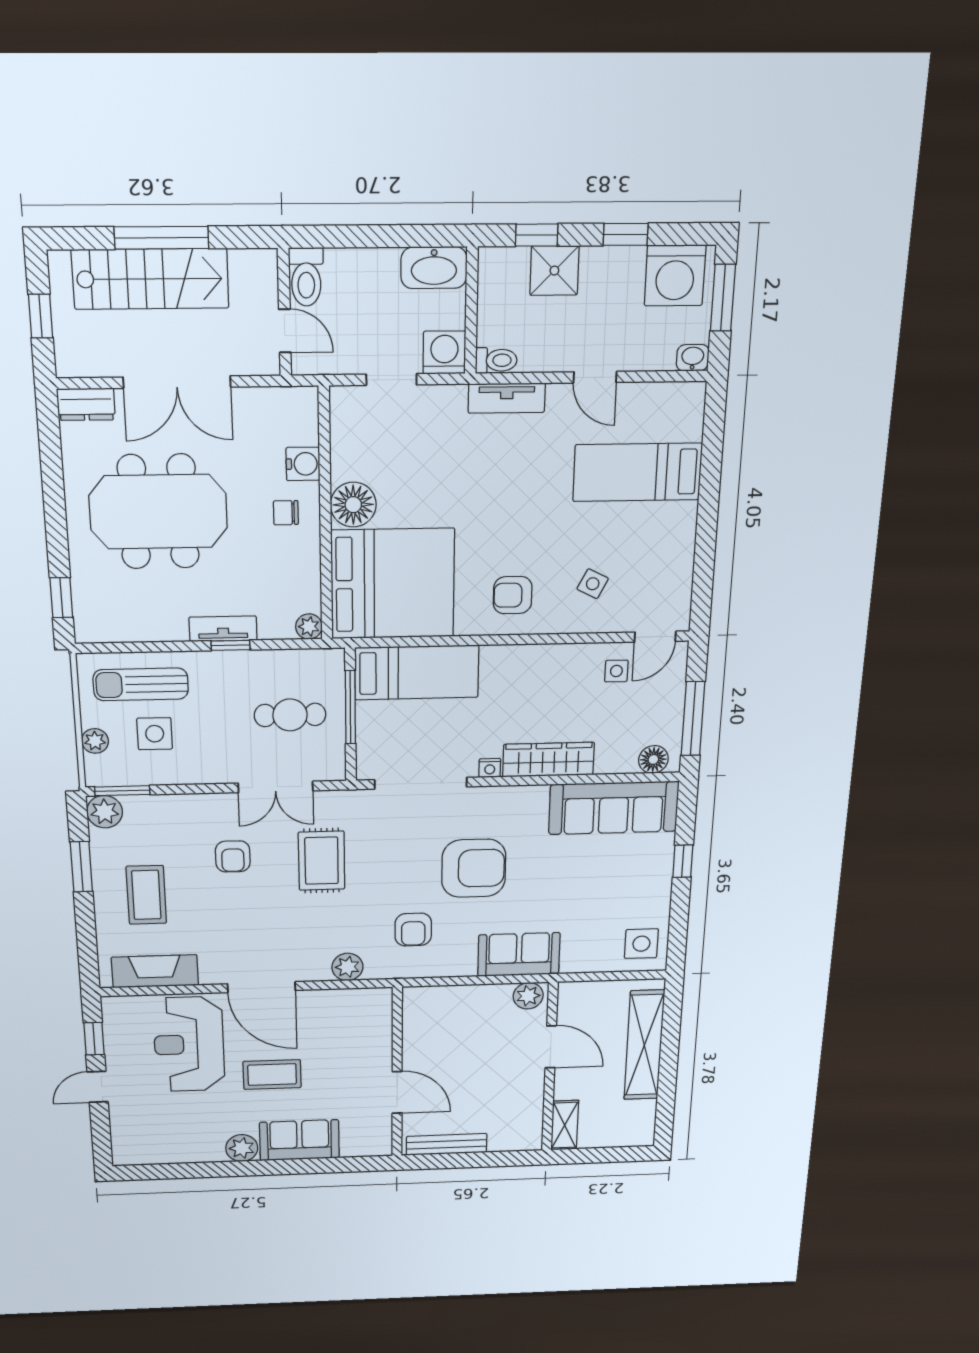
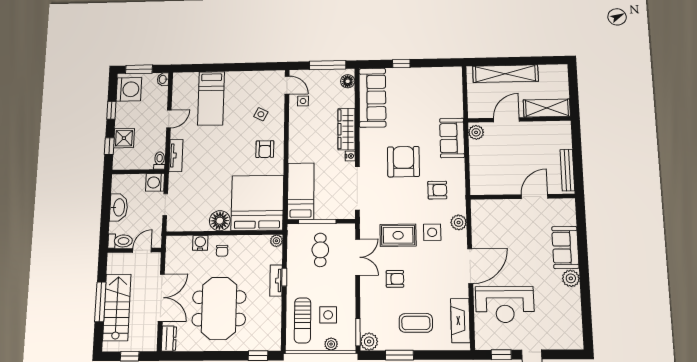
washbasin: (434, 268) -> (119, 207), moved
side table: (641, 944) -> (432, 232), moved
coffee table: (272, 1075) -> (524, 261), removed
shelving: (565, 1125) -> (547, 108), width x1.50, depth x1.33

